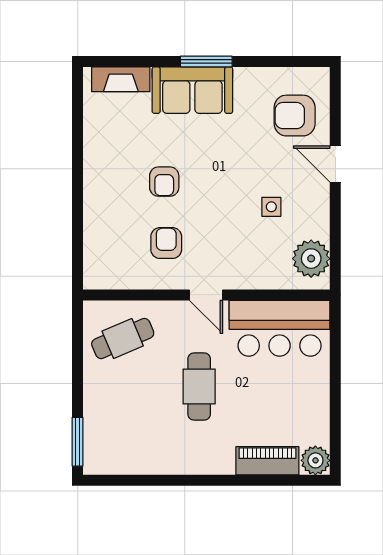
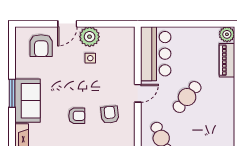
armchair: (166, 243) -> (110, 115), turned 84
plant: (311, 259) -> (90, 37), moved
cafe table: (199, 386) -> (187, 97), turned -51

